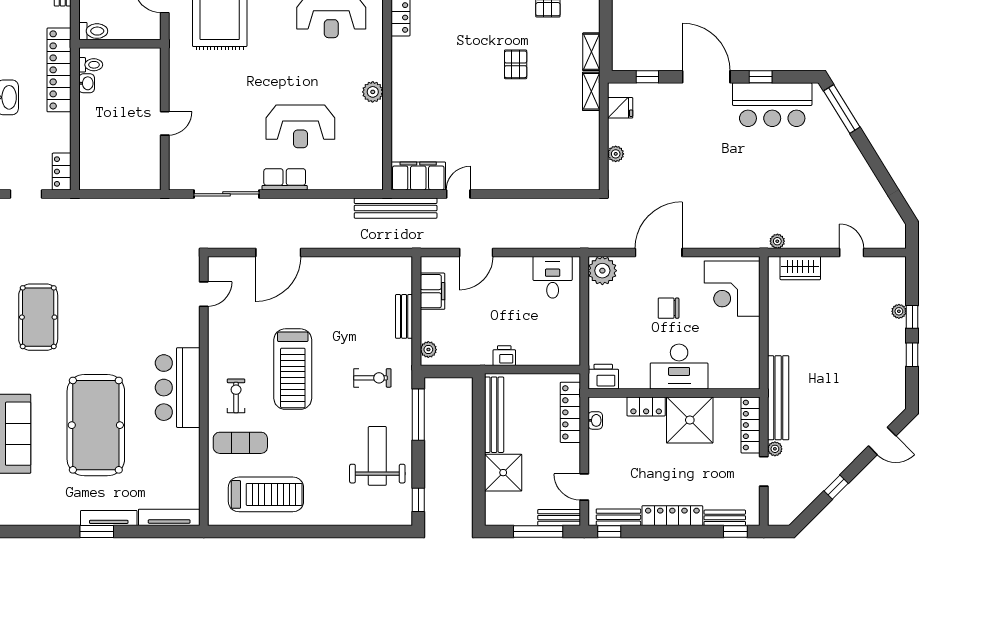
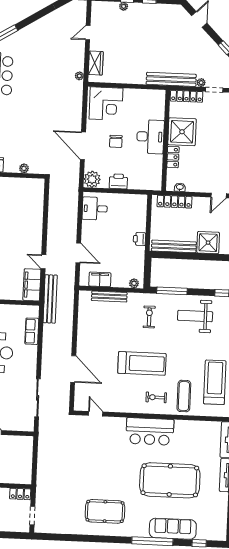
row of seats: (285, 179) -> (32, 331), moved
bench: (404, 316) -> (109, 297), width x1.36
printer: (603, 377) -> (118, 181), moved, turned 90

